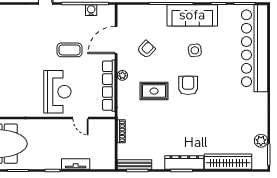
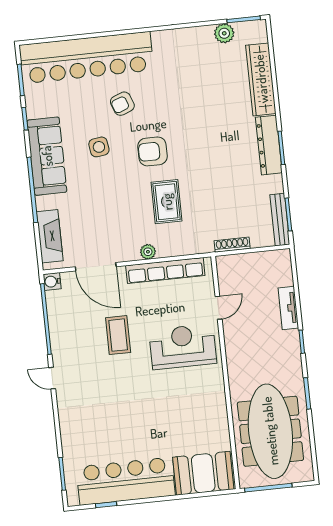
water cooler: (91, 10) -> (52, 281), moved
fireplace: (139, 12) -> (50, 236), added
armchair: (146, 49) -> (122, 104), moved, turned -64

